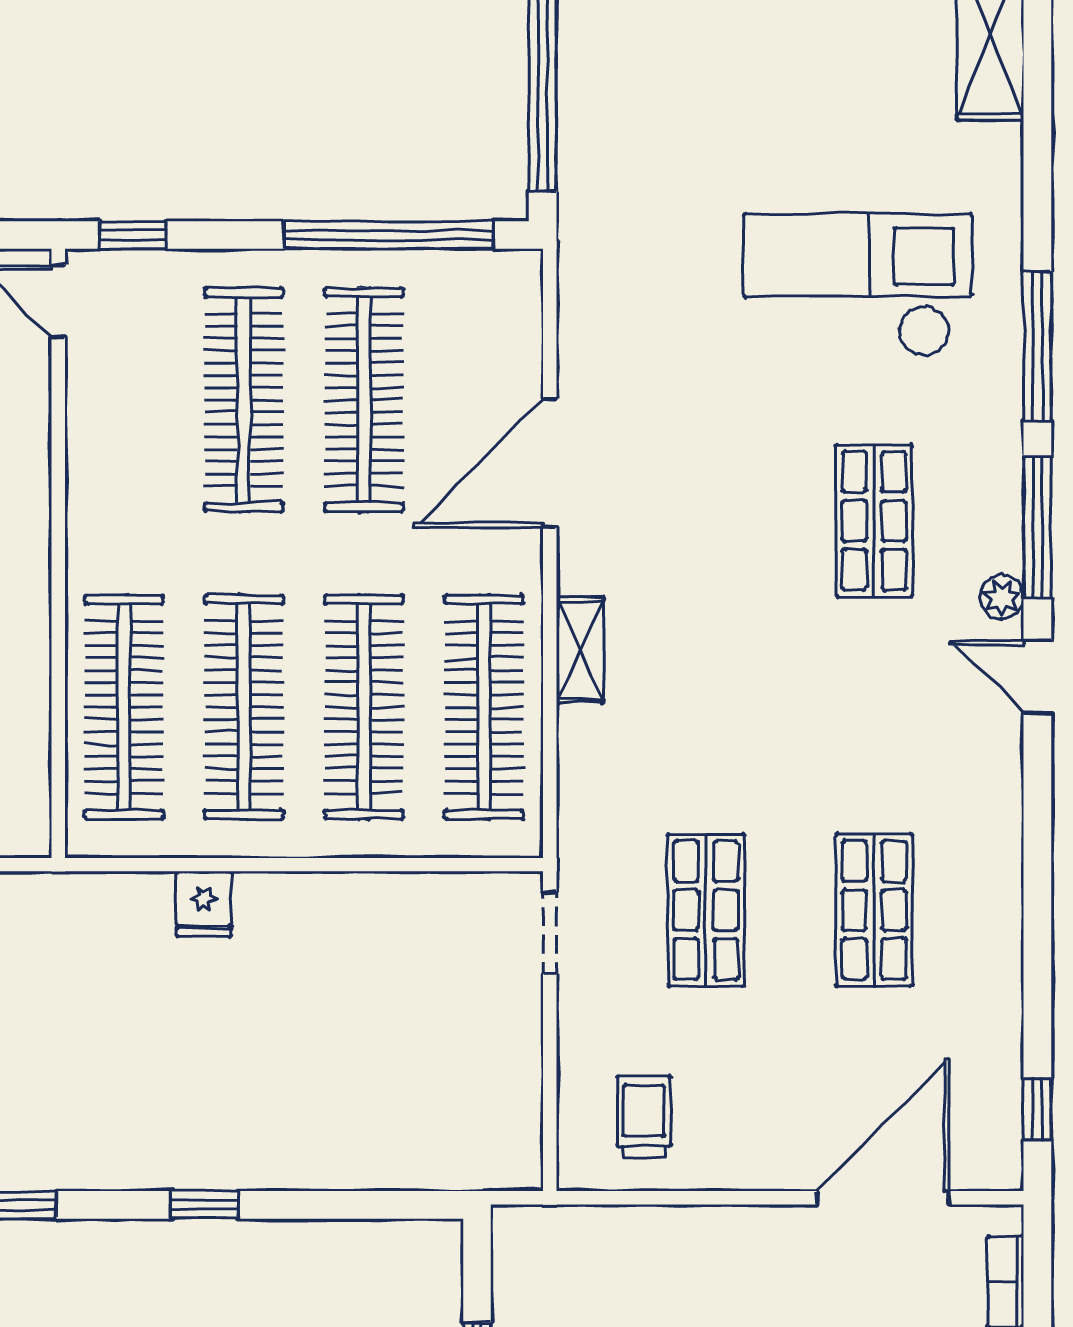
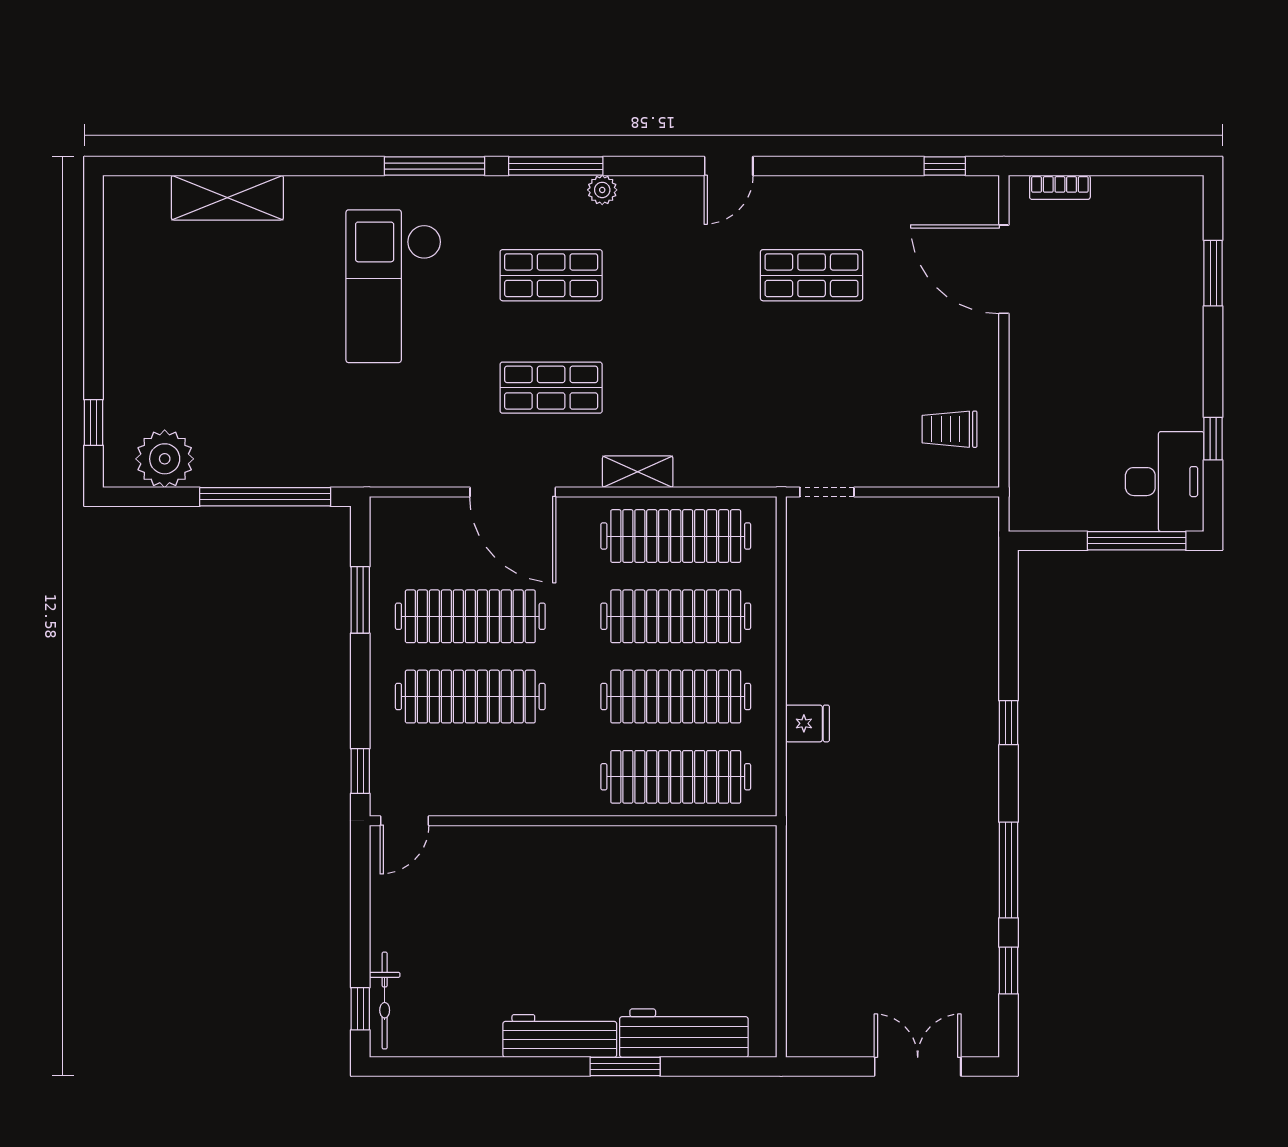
window: (389, 235) -> (360, 600), width x0.47
door: (1037, 677) -> (729, 166), moved
shop shelf: (706, 910) -> (551, 388), moved

